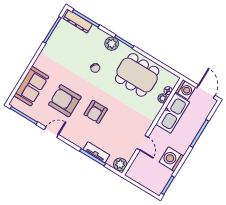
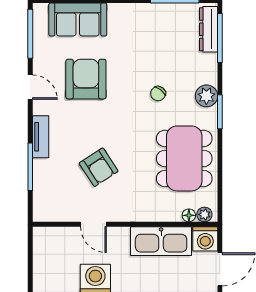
plant: (163, 98) -> (204, 214), moved
armchair: (96, 112) -> (99, 167), moved, turned -123
door: (142, 143) -> (93, 224), hinge flipped
tv unit: (96, 152) -> (41, 137), moved
plant: (120, 164) -> (44, 211), removed

